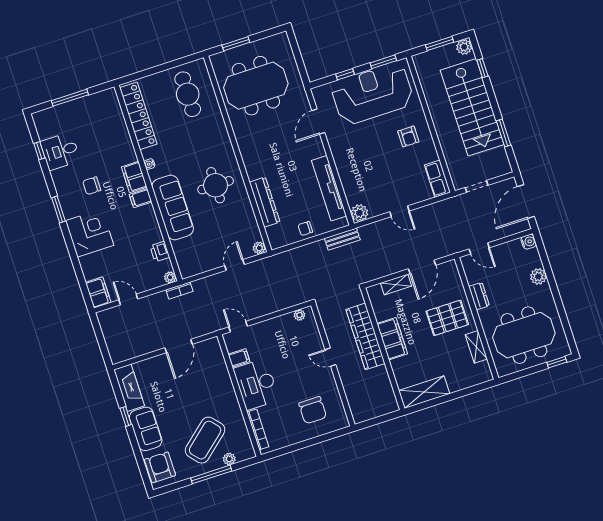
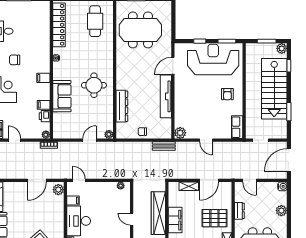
filing cabinet: (134, 177) -> (44, 105), moved, width x0.50
tv unit: (329, 188) -> (166, 96), moved
sofa: (173, 207) -> (62, 96), width x0.73
plant: (213, 349) -> (58, 190), added

